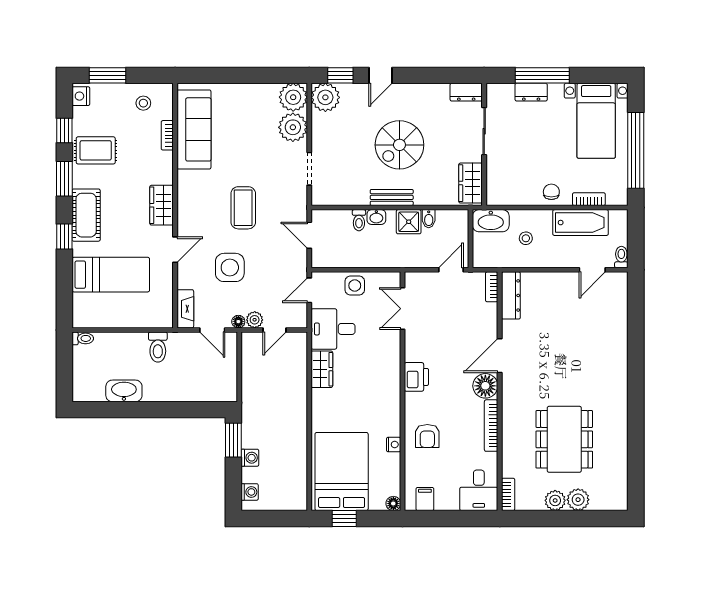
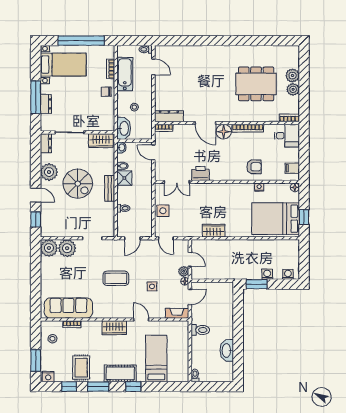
plant: (325, 97) -> (49, 172), moved
washbasin: (376, 217) -> (121, 147), moved
side table: (230, 267) -> (152, 286), width x0.54, depth x0.54
desk: (333, 329) -> (189, 224), removed
printer: (416, 377) -> (200, 173), moved

